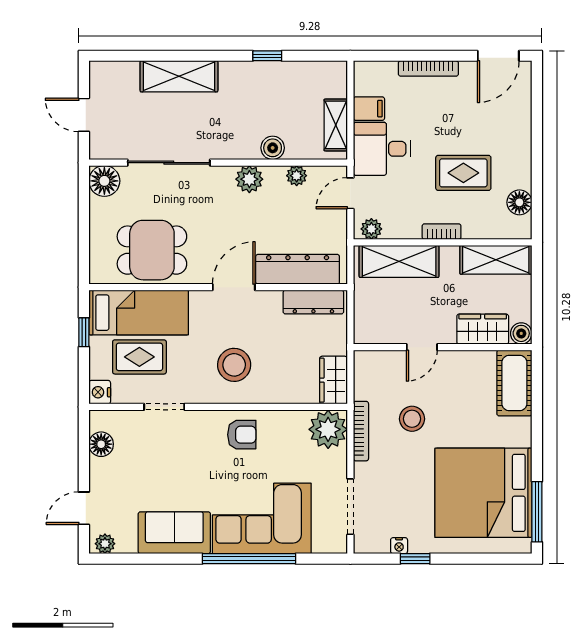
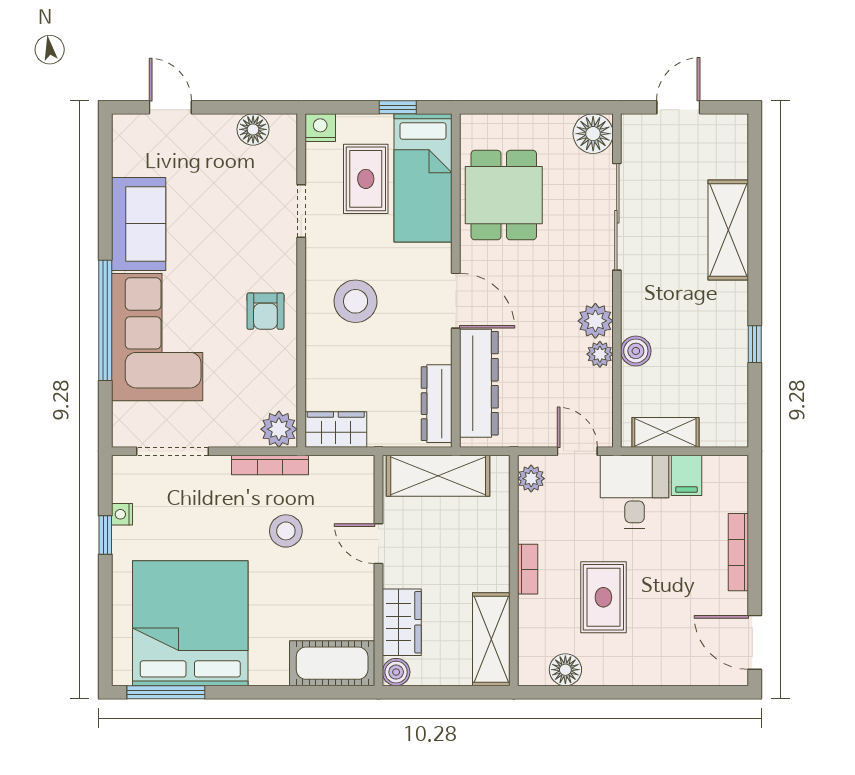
plant: (297, 176) -> (600, 354), moved
shelving: (399, 261) -> (438, 476), moved, turned 90
plant: (328, 429) -> (279, 429), width x0.73, depth x0.73
plant: (105, 544) -> (125, 134), removed

